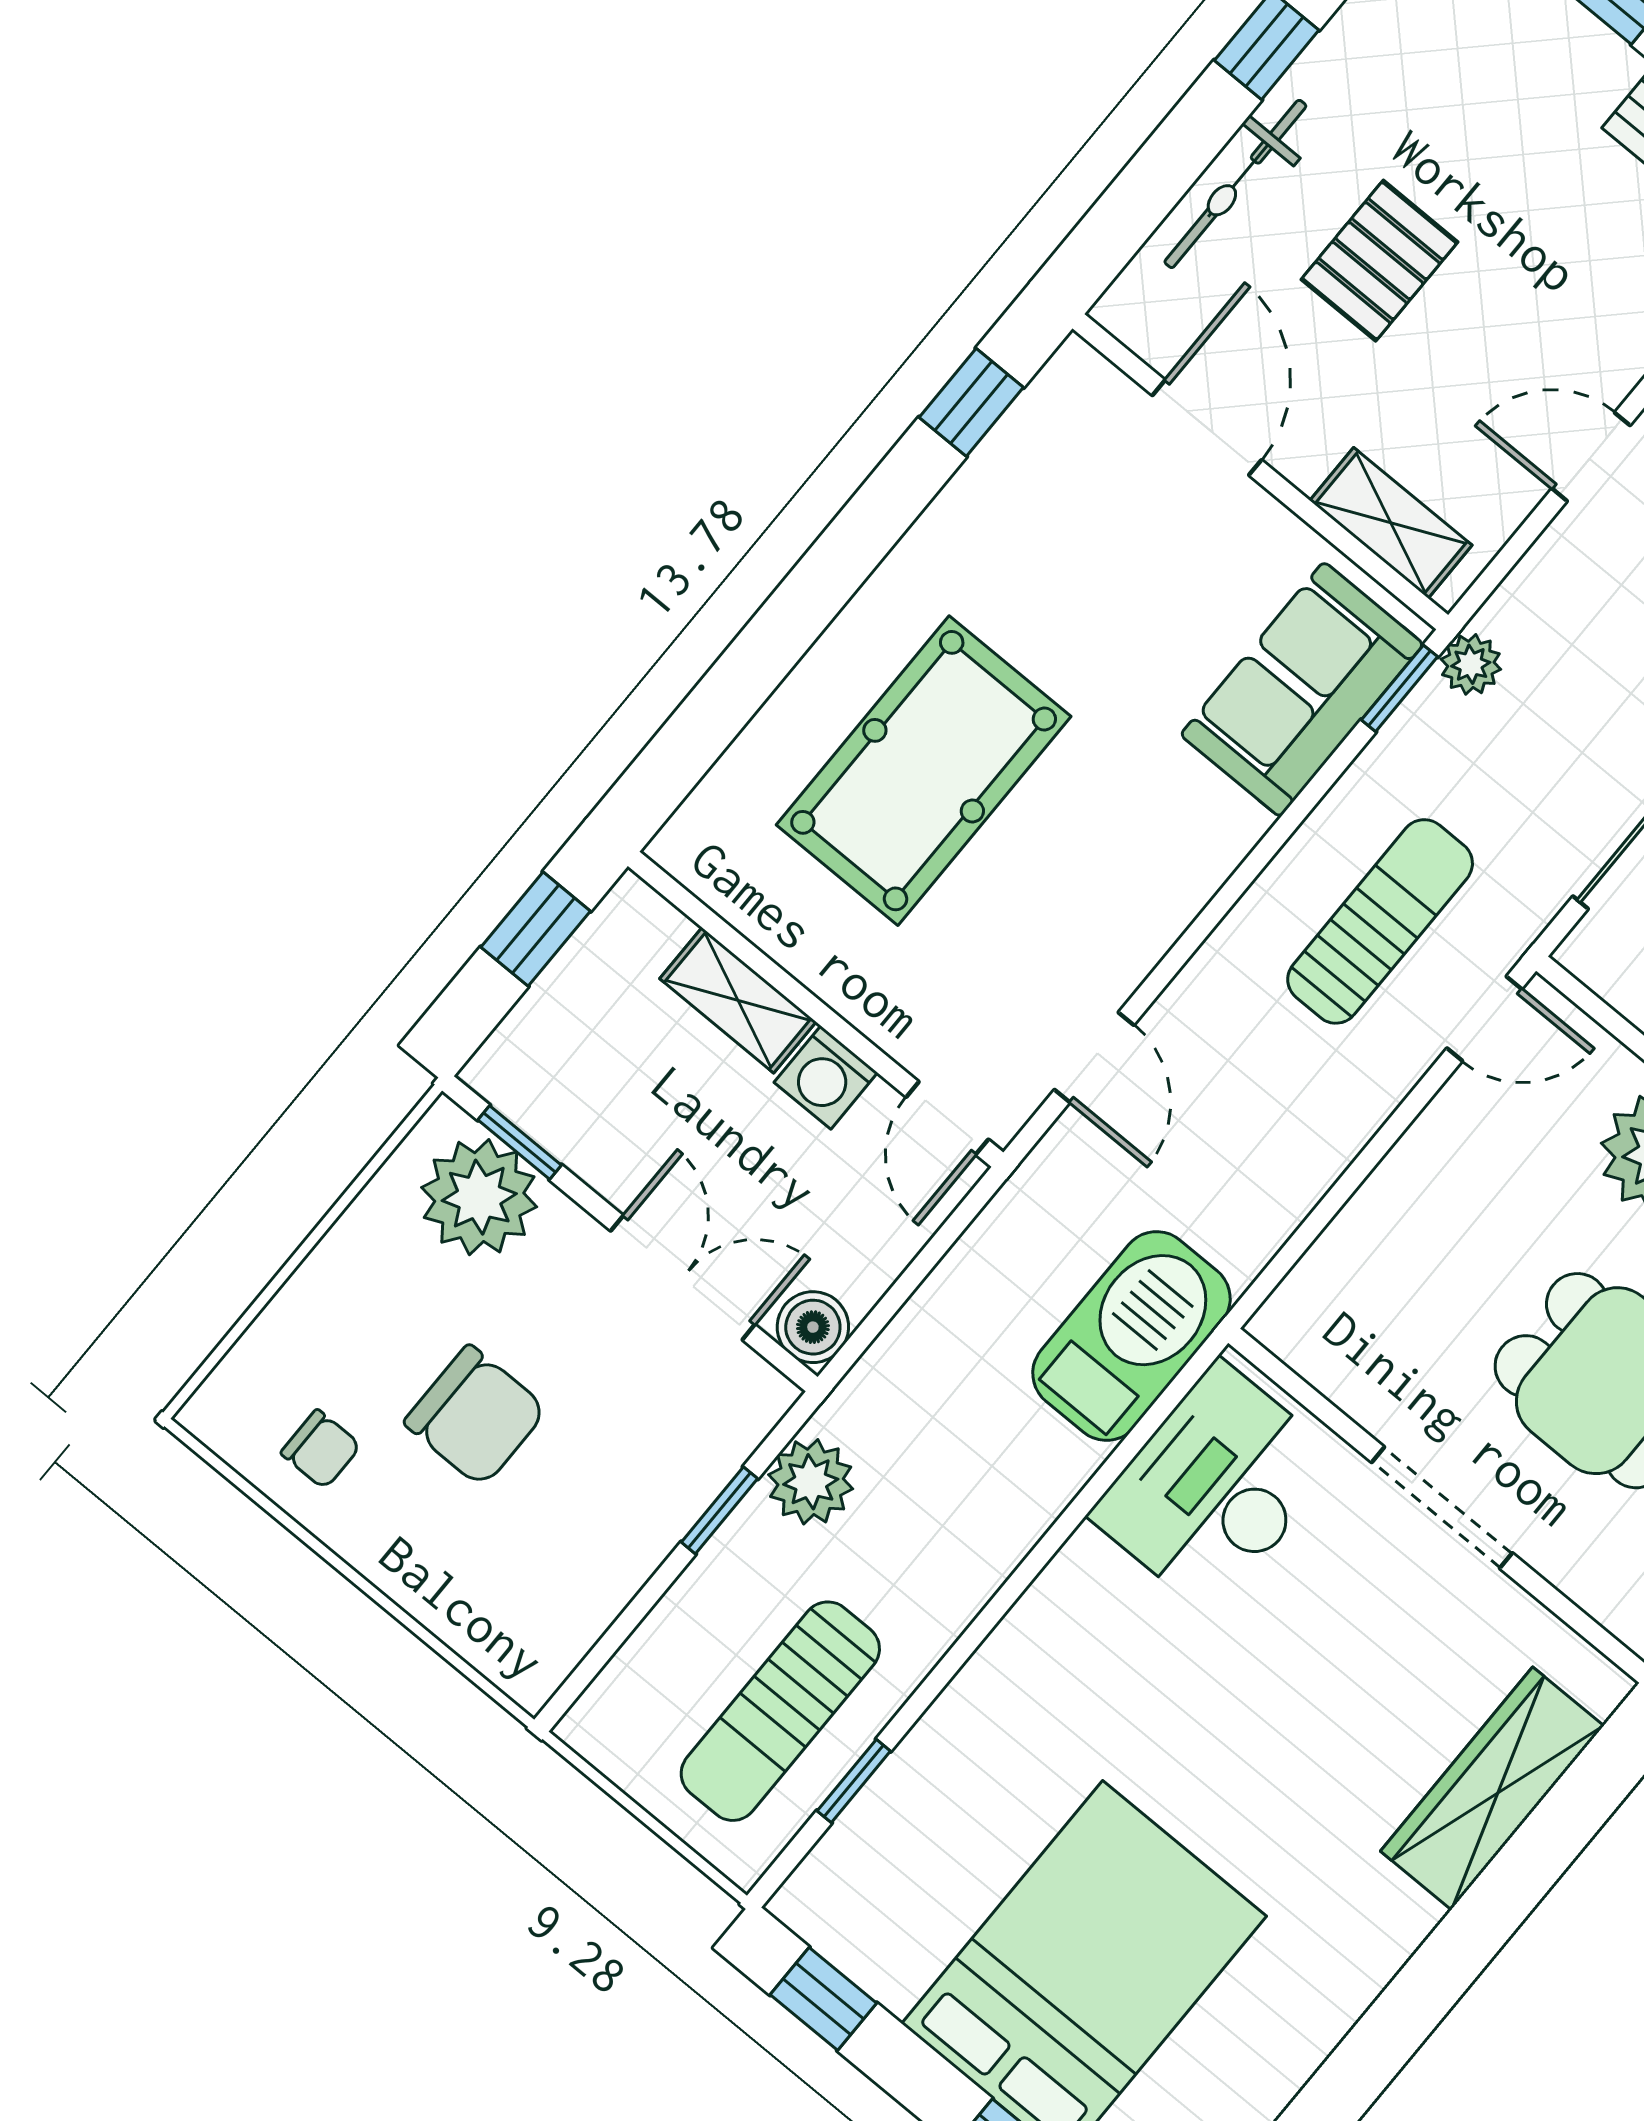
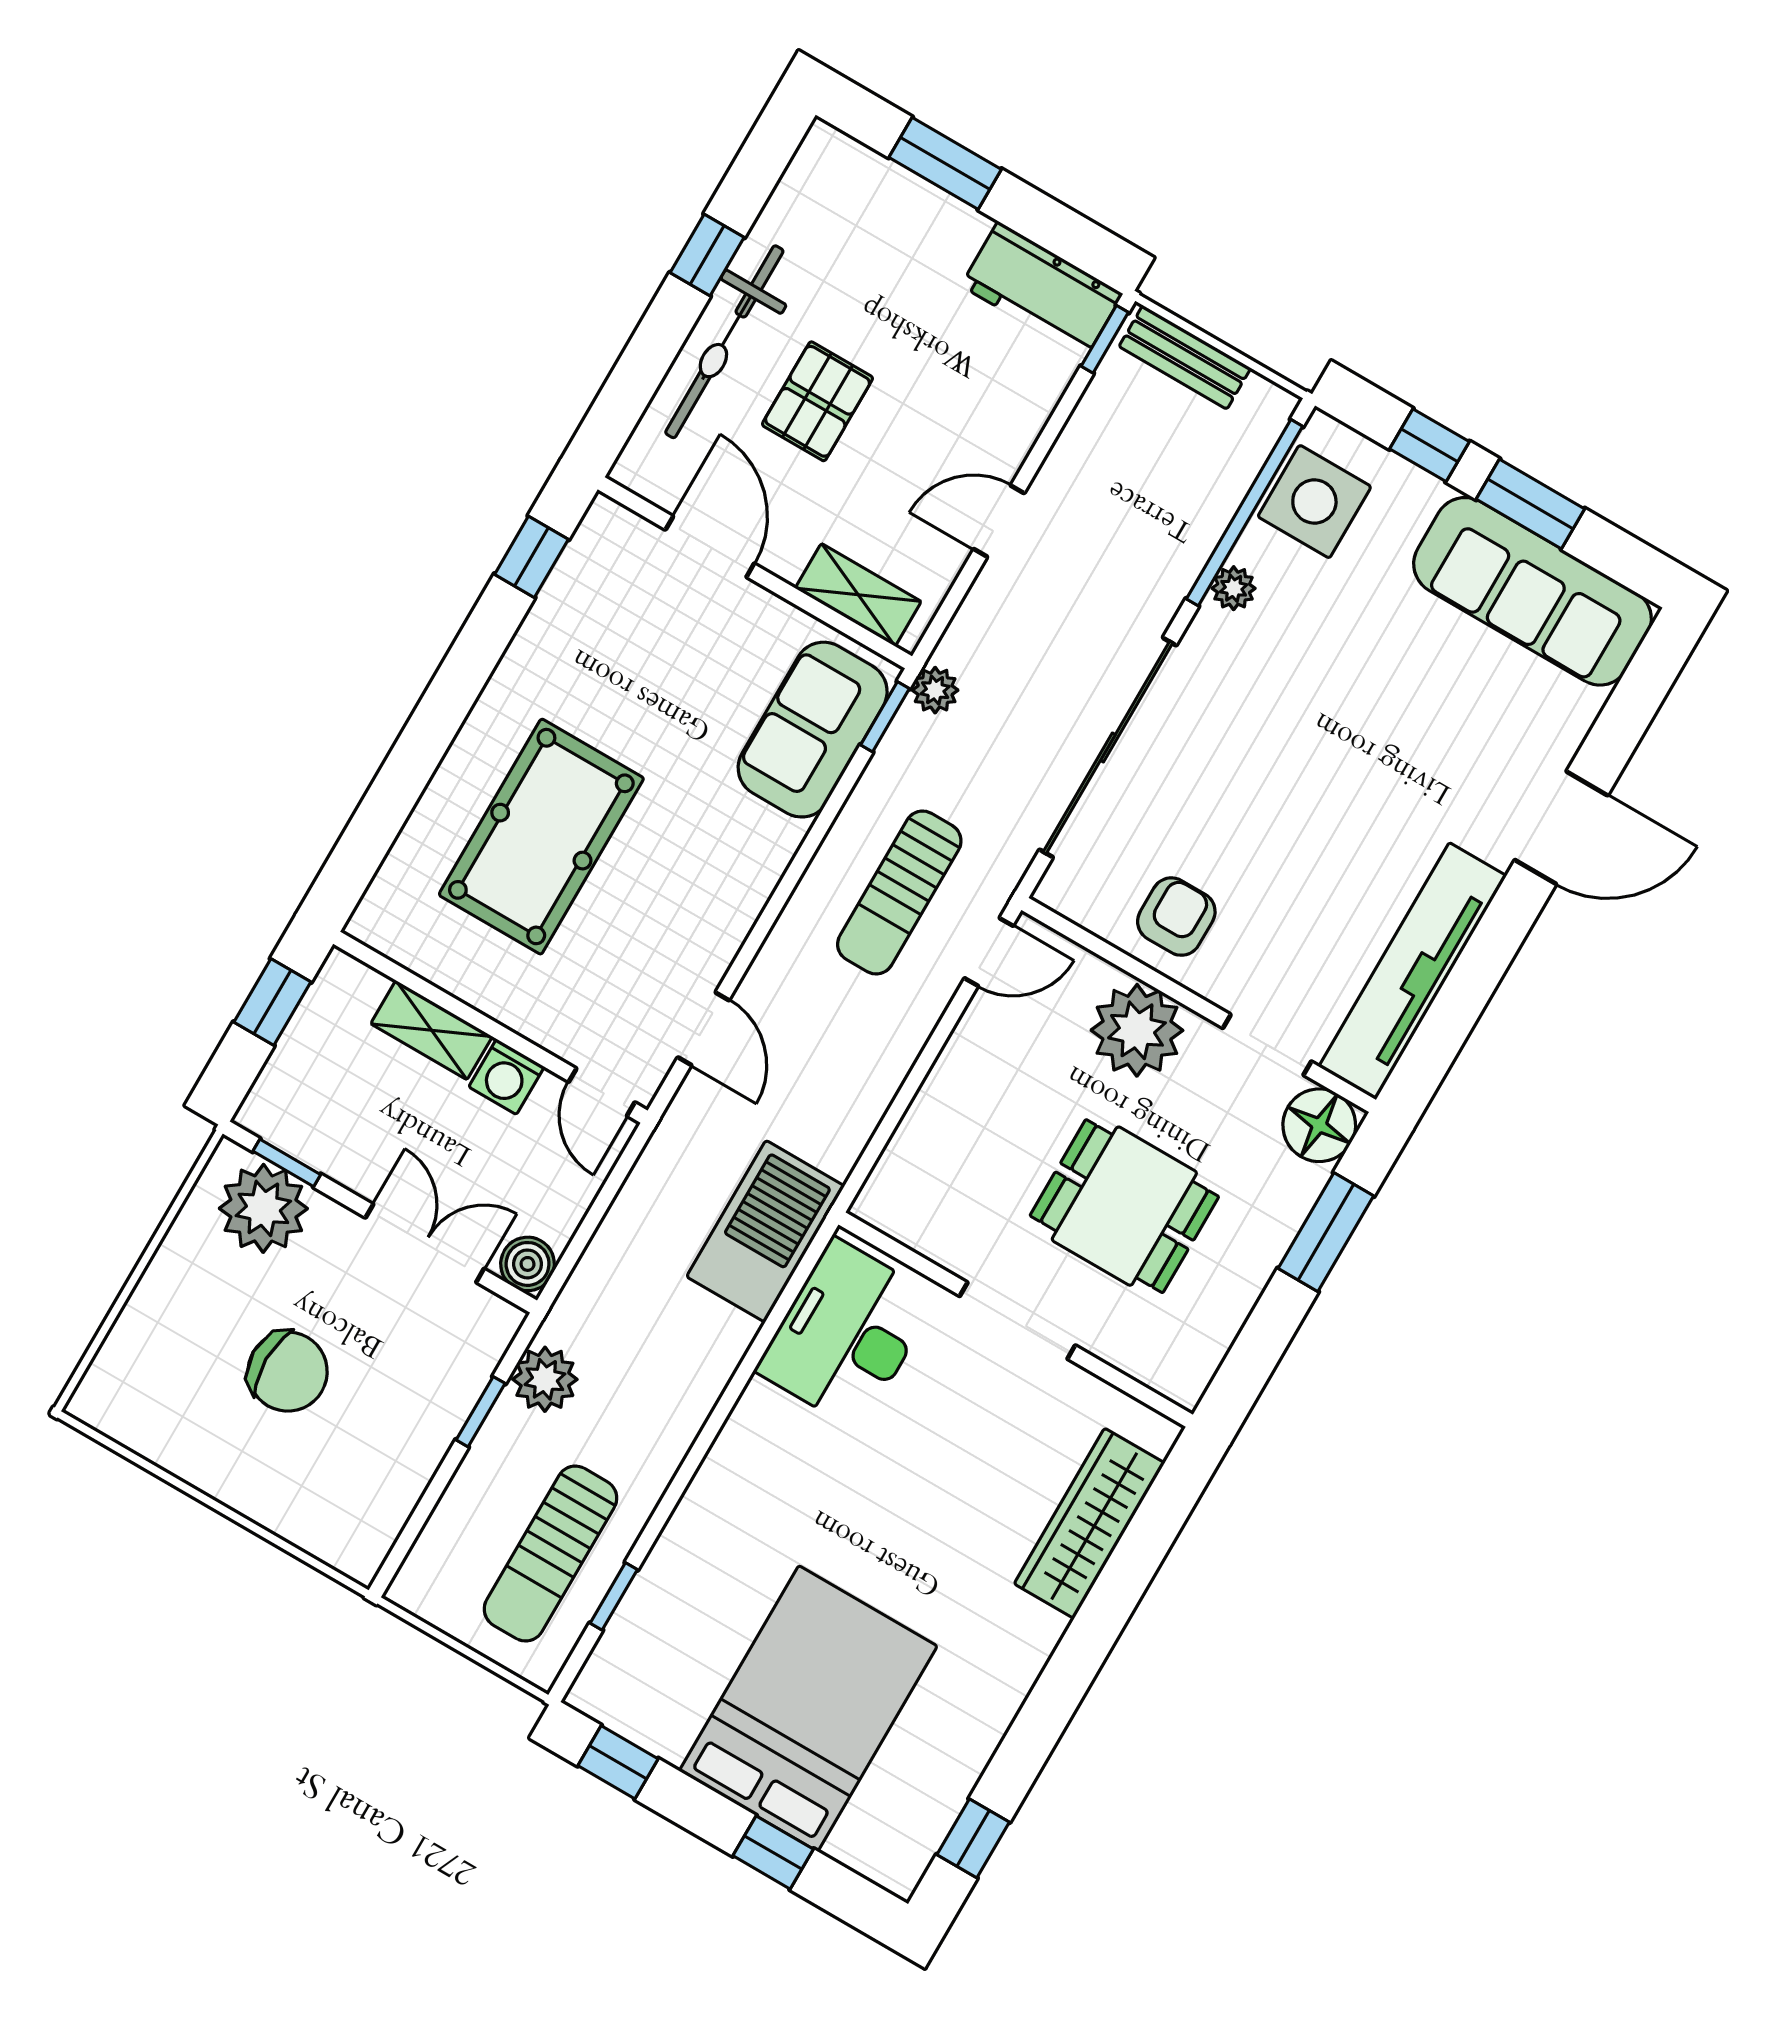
bicycle: (1235, 184) -> (724, 342), width x1.37, depth x1.40
sun lounger: (1380, 921) -> (899, 892), turned 180
chair: (321, 1449) -> (177, 1415), removed

